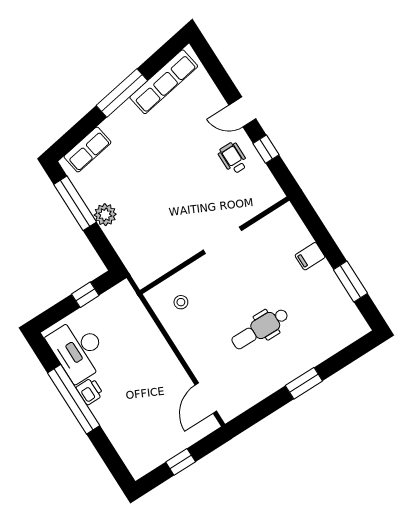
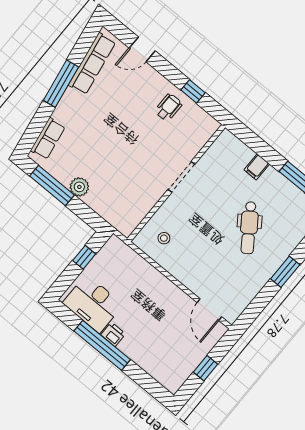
door: (242, 112) -> (142, 49), moved
wheelchair: (233, 158) -> (168, 107), turned 90
dental chair: (260, 329) -> (249, 228), moved, turned -36

